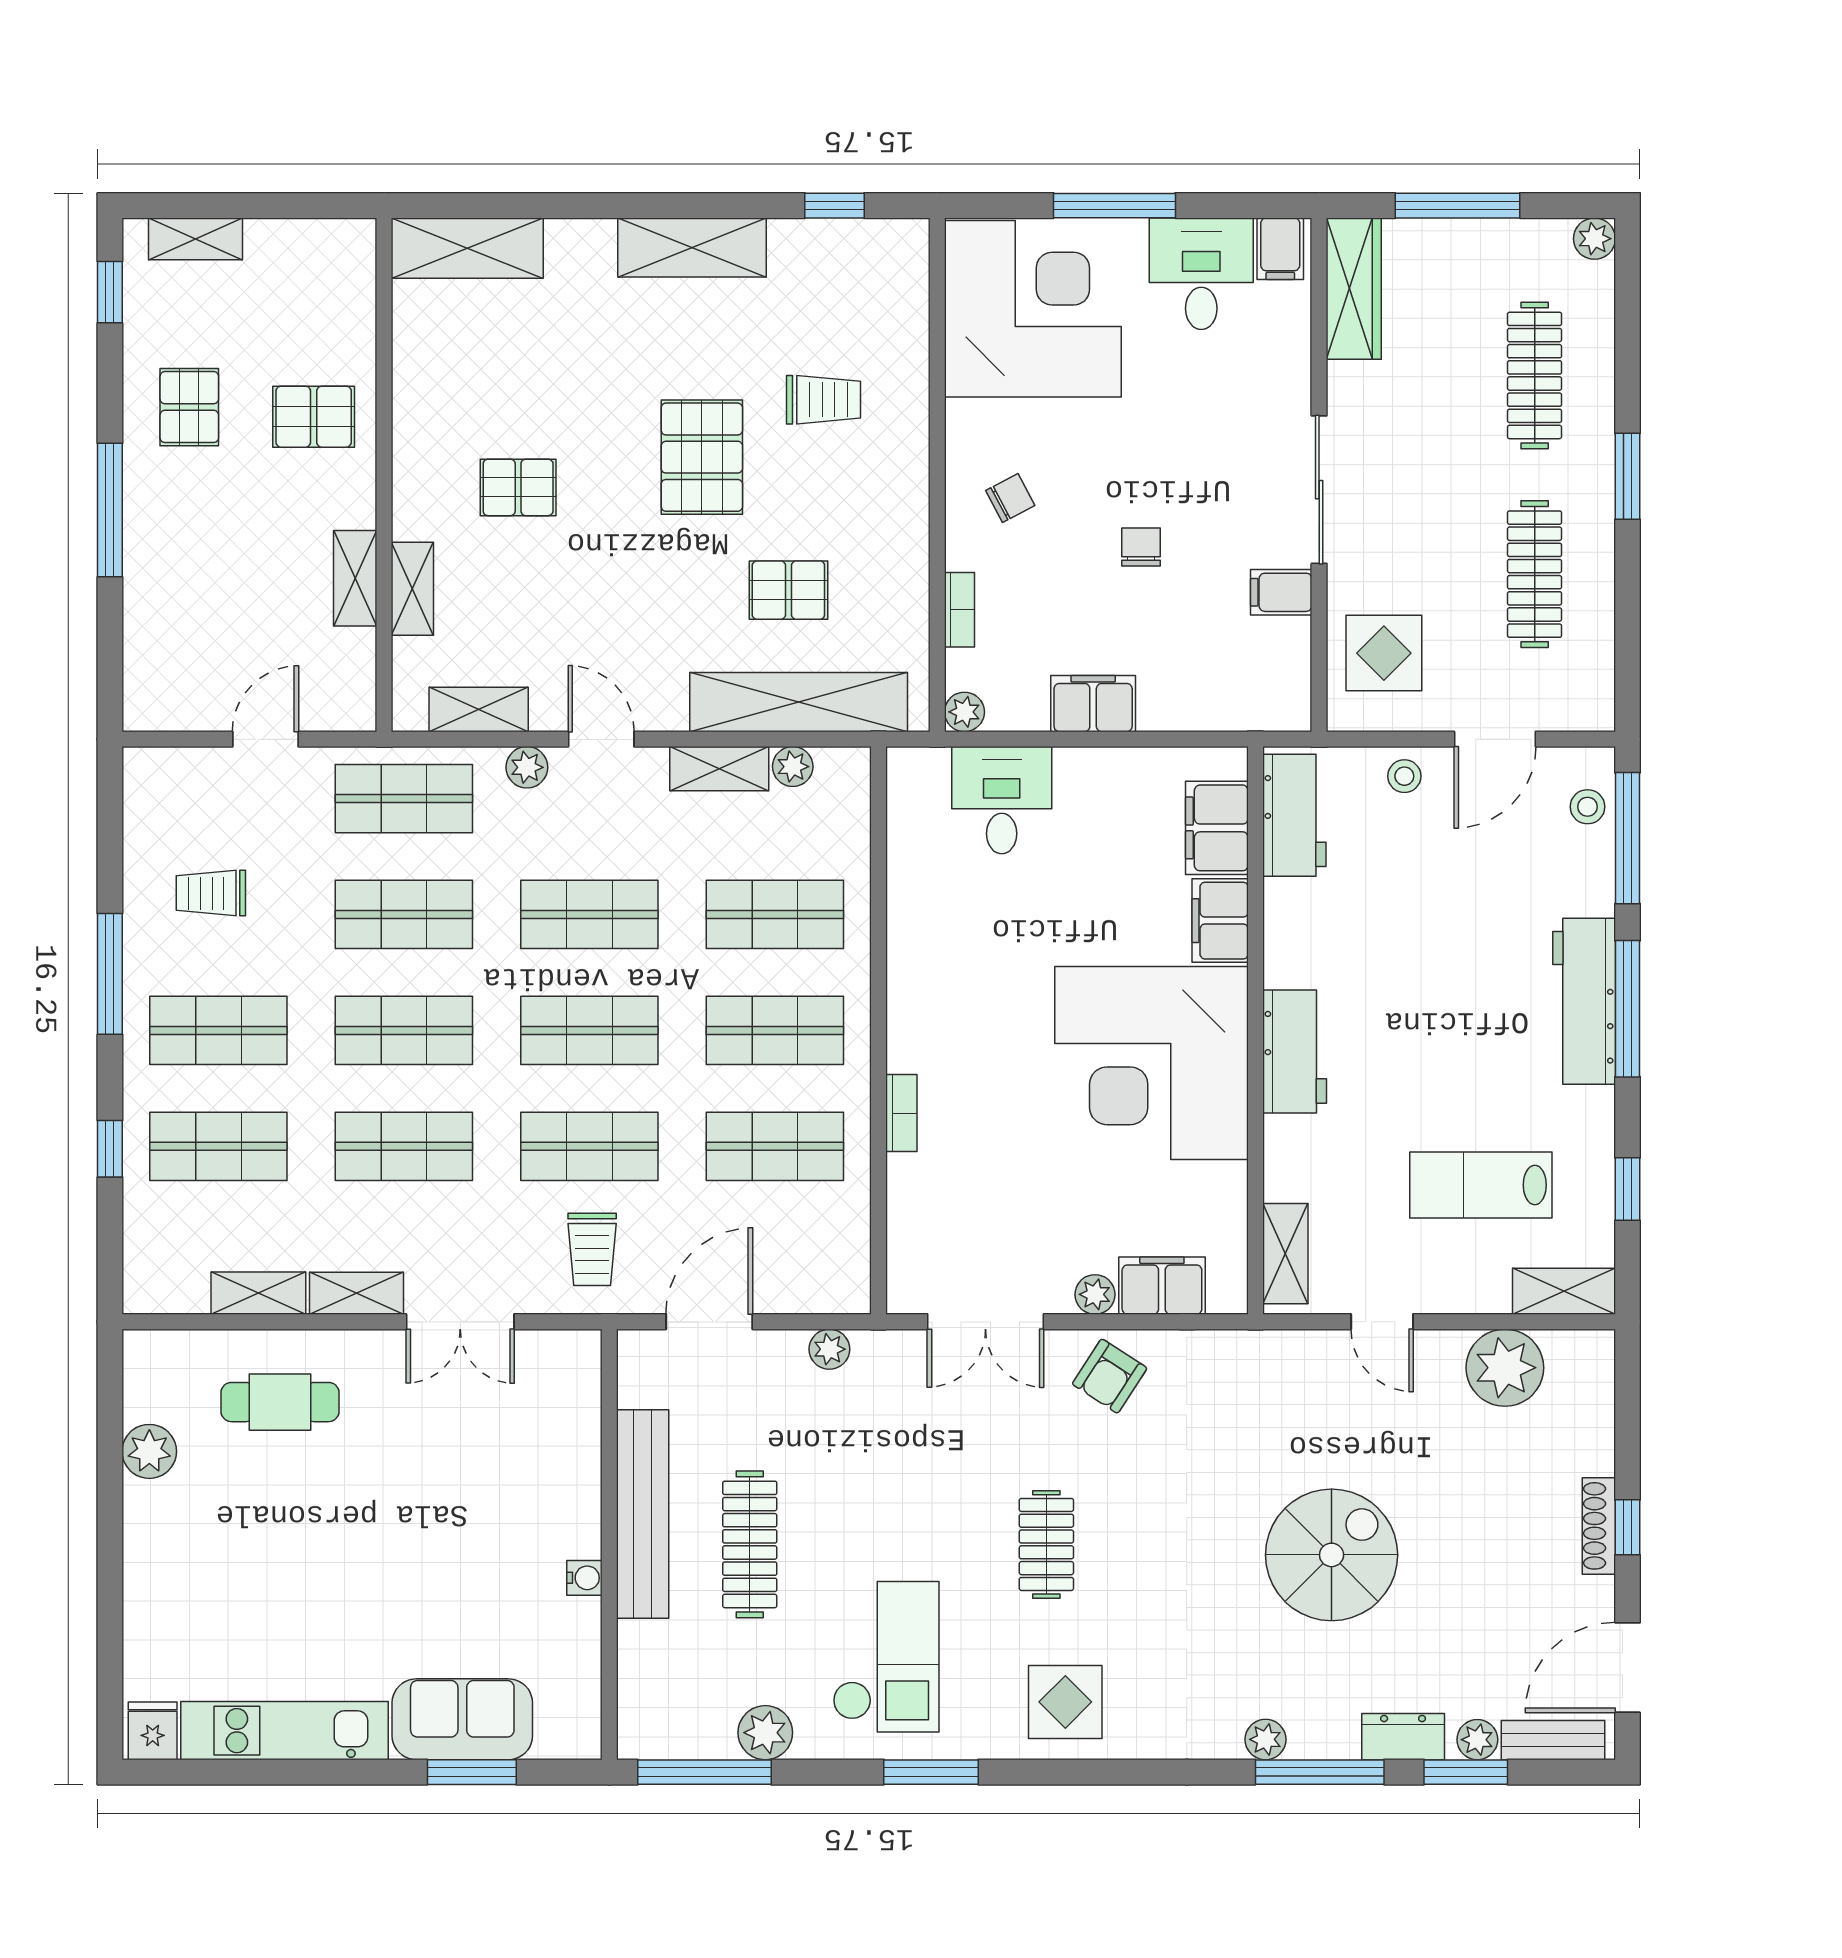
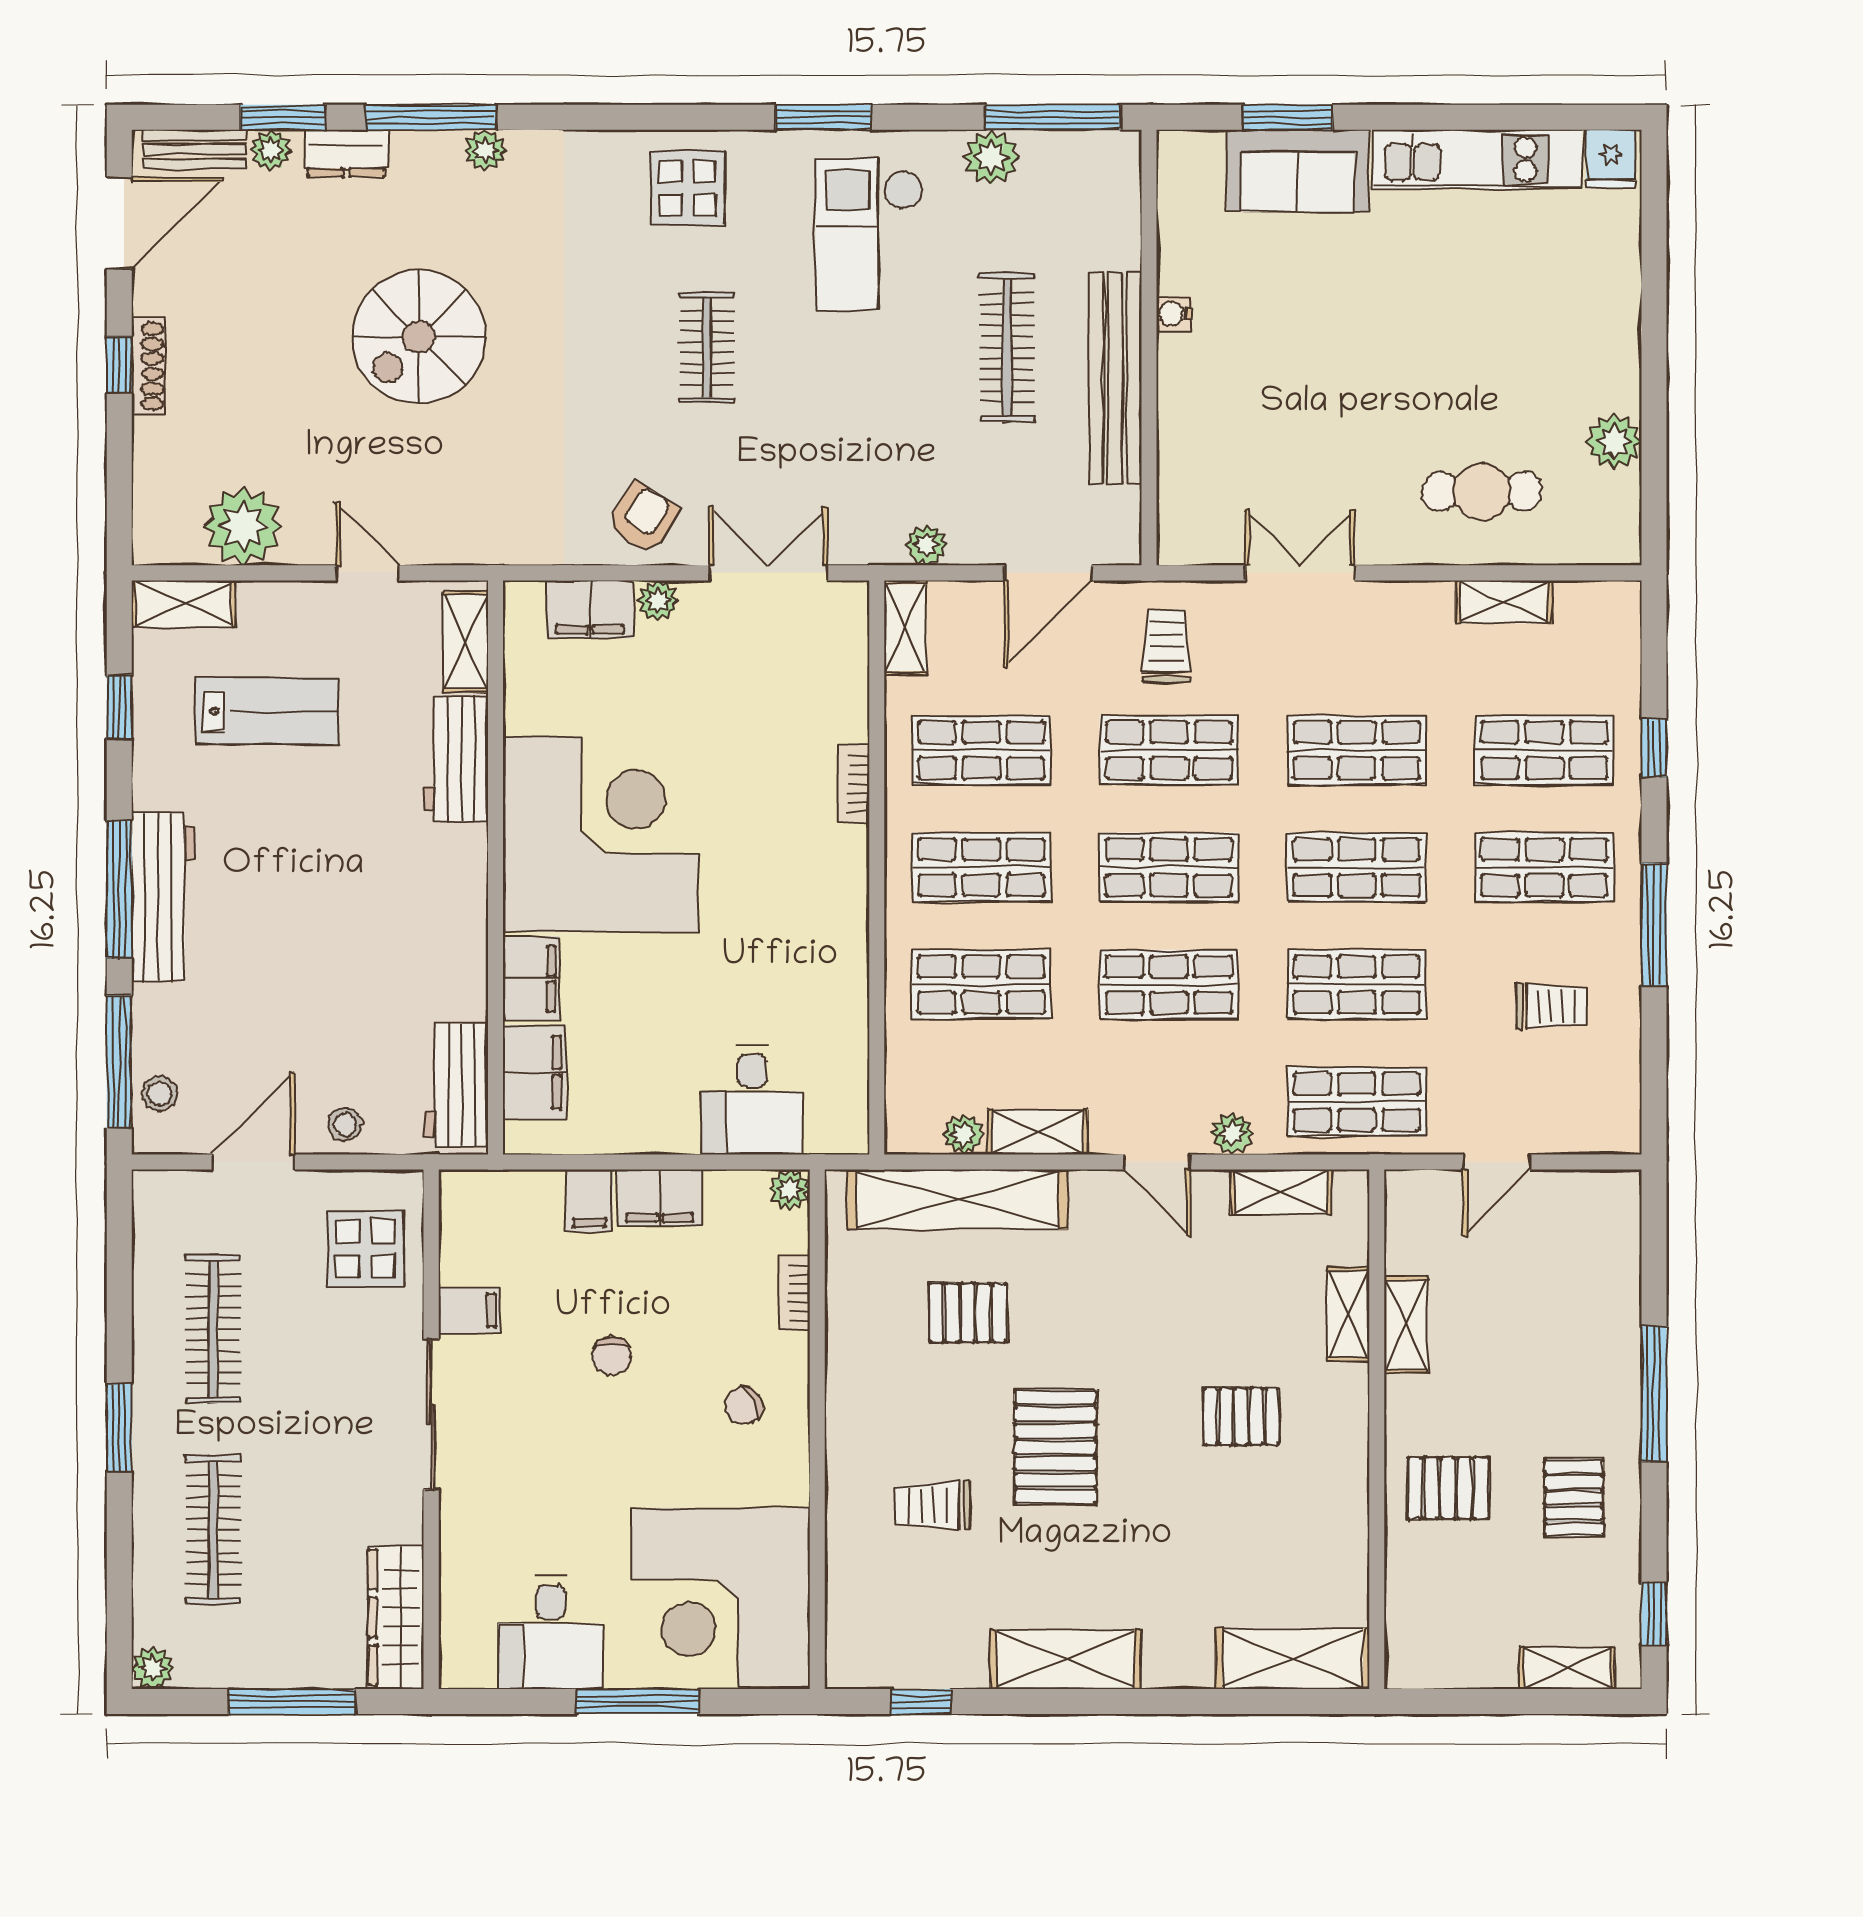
filing cabinet: (1280, 249) -> (590, 1201), moved, turned 180
workbench: (1295, 1052) -> (456, 759), moved
shelving: (356, 1293) -> (905, 628), moved, turned 90

